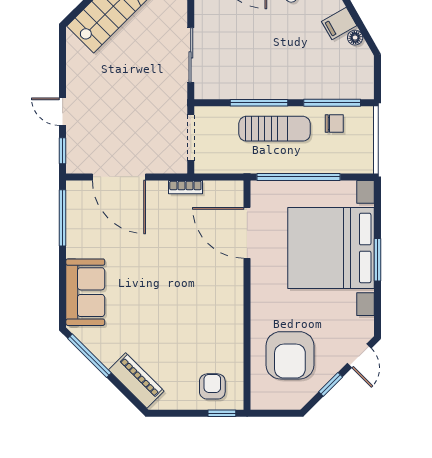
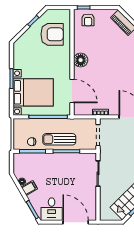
bed with nightstands: (331, 248) -> (33, 92), width x0.73
floor lamp: (228, 300) -> (81, 60), added
armchair: (290, 355) -> (52, 34), turned 90
door: (359, 356) -> (20, 34), removed

